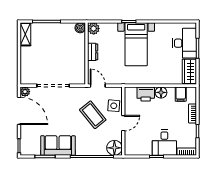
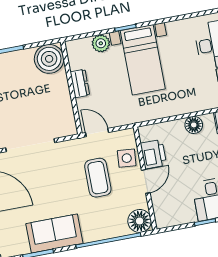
boiler: (80, 28) -> (49, 59), width x1.86, depth x1.86
plant: (94, 29) -> (101, 43), moved
printer: (146, 94) -> (153, 154), moved, turned -90
coffee table: (93, 115) -> (98, 178), turned 39

